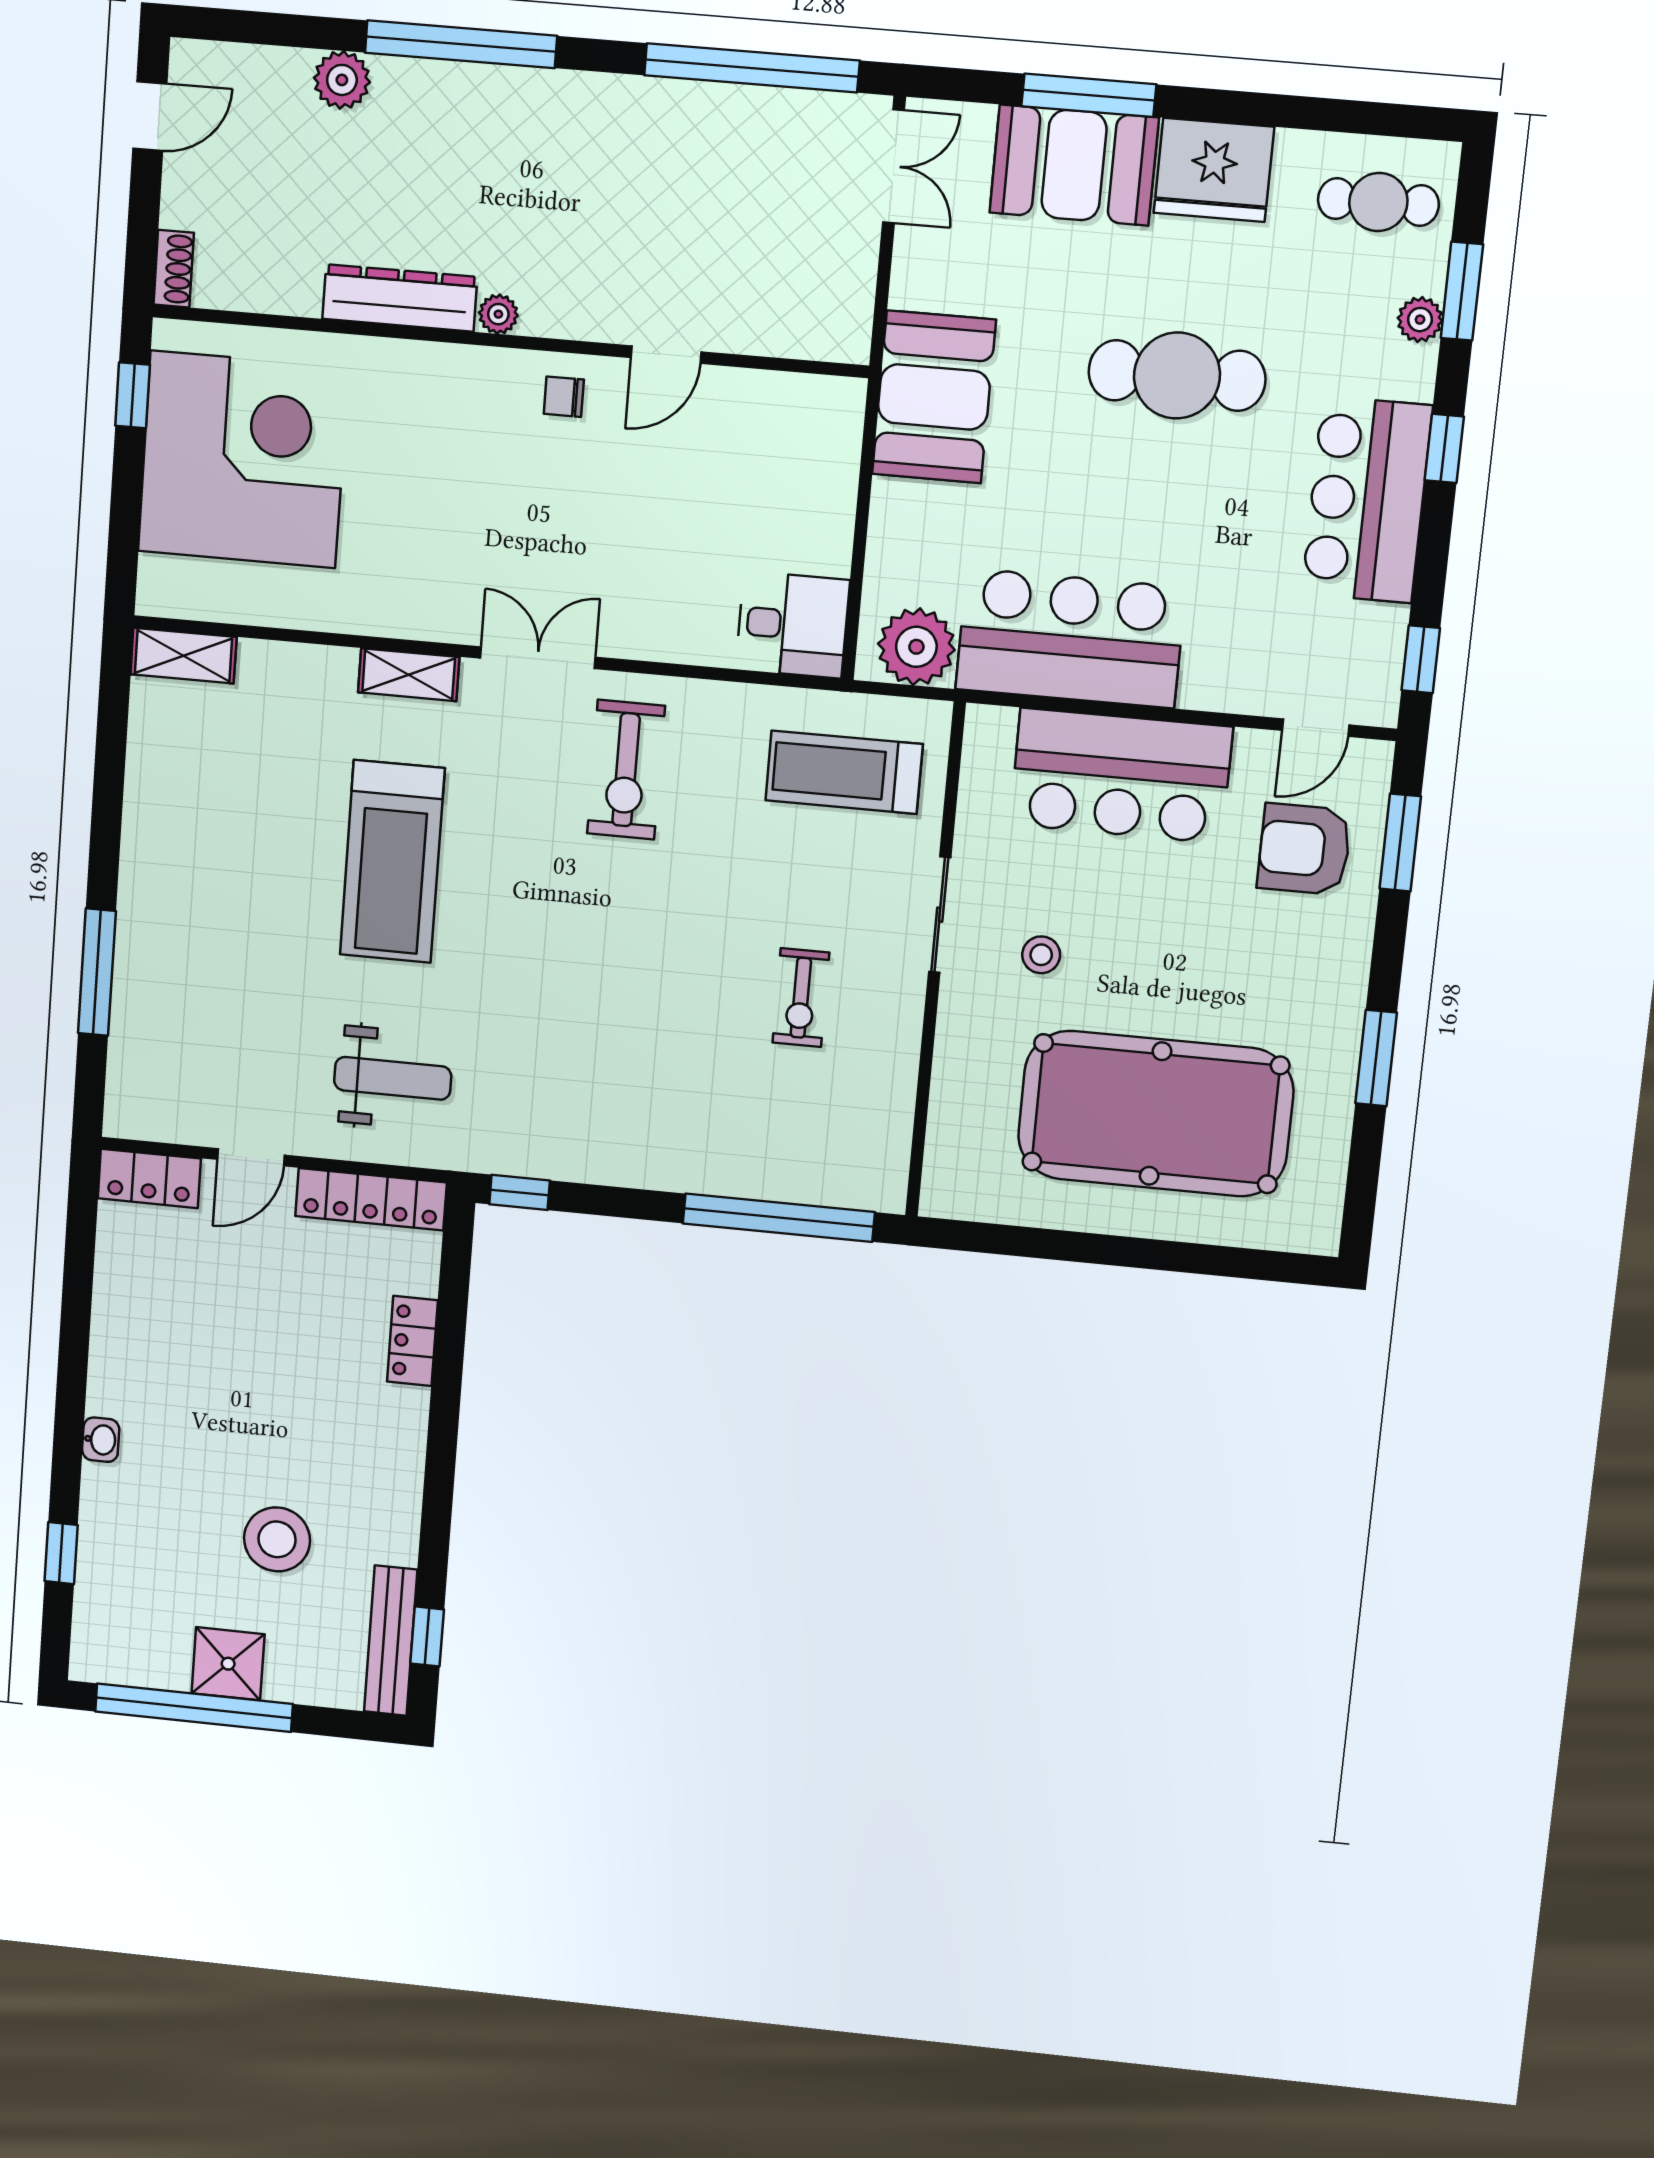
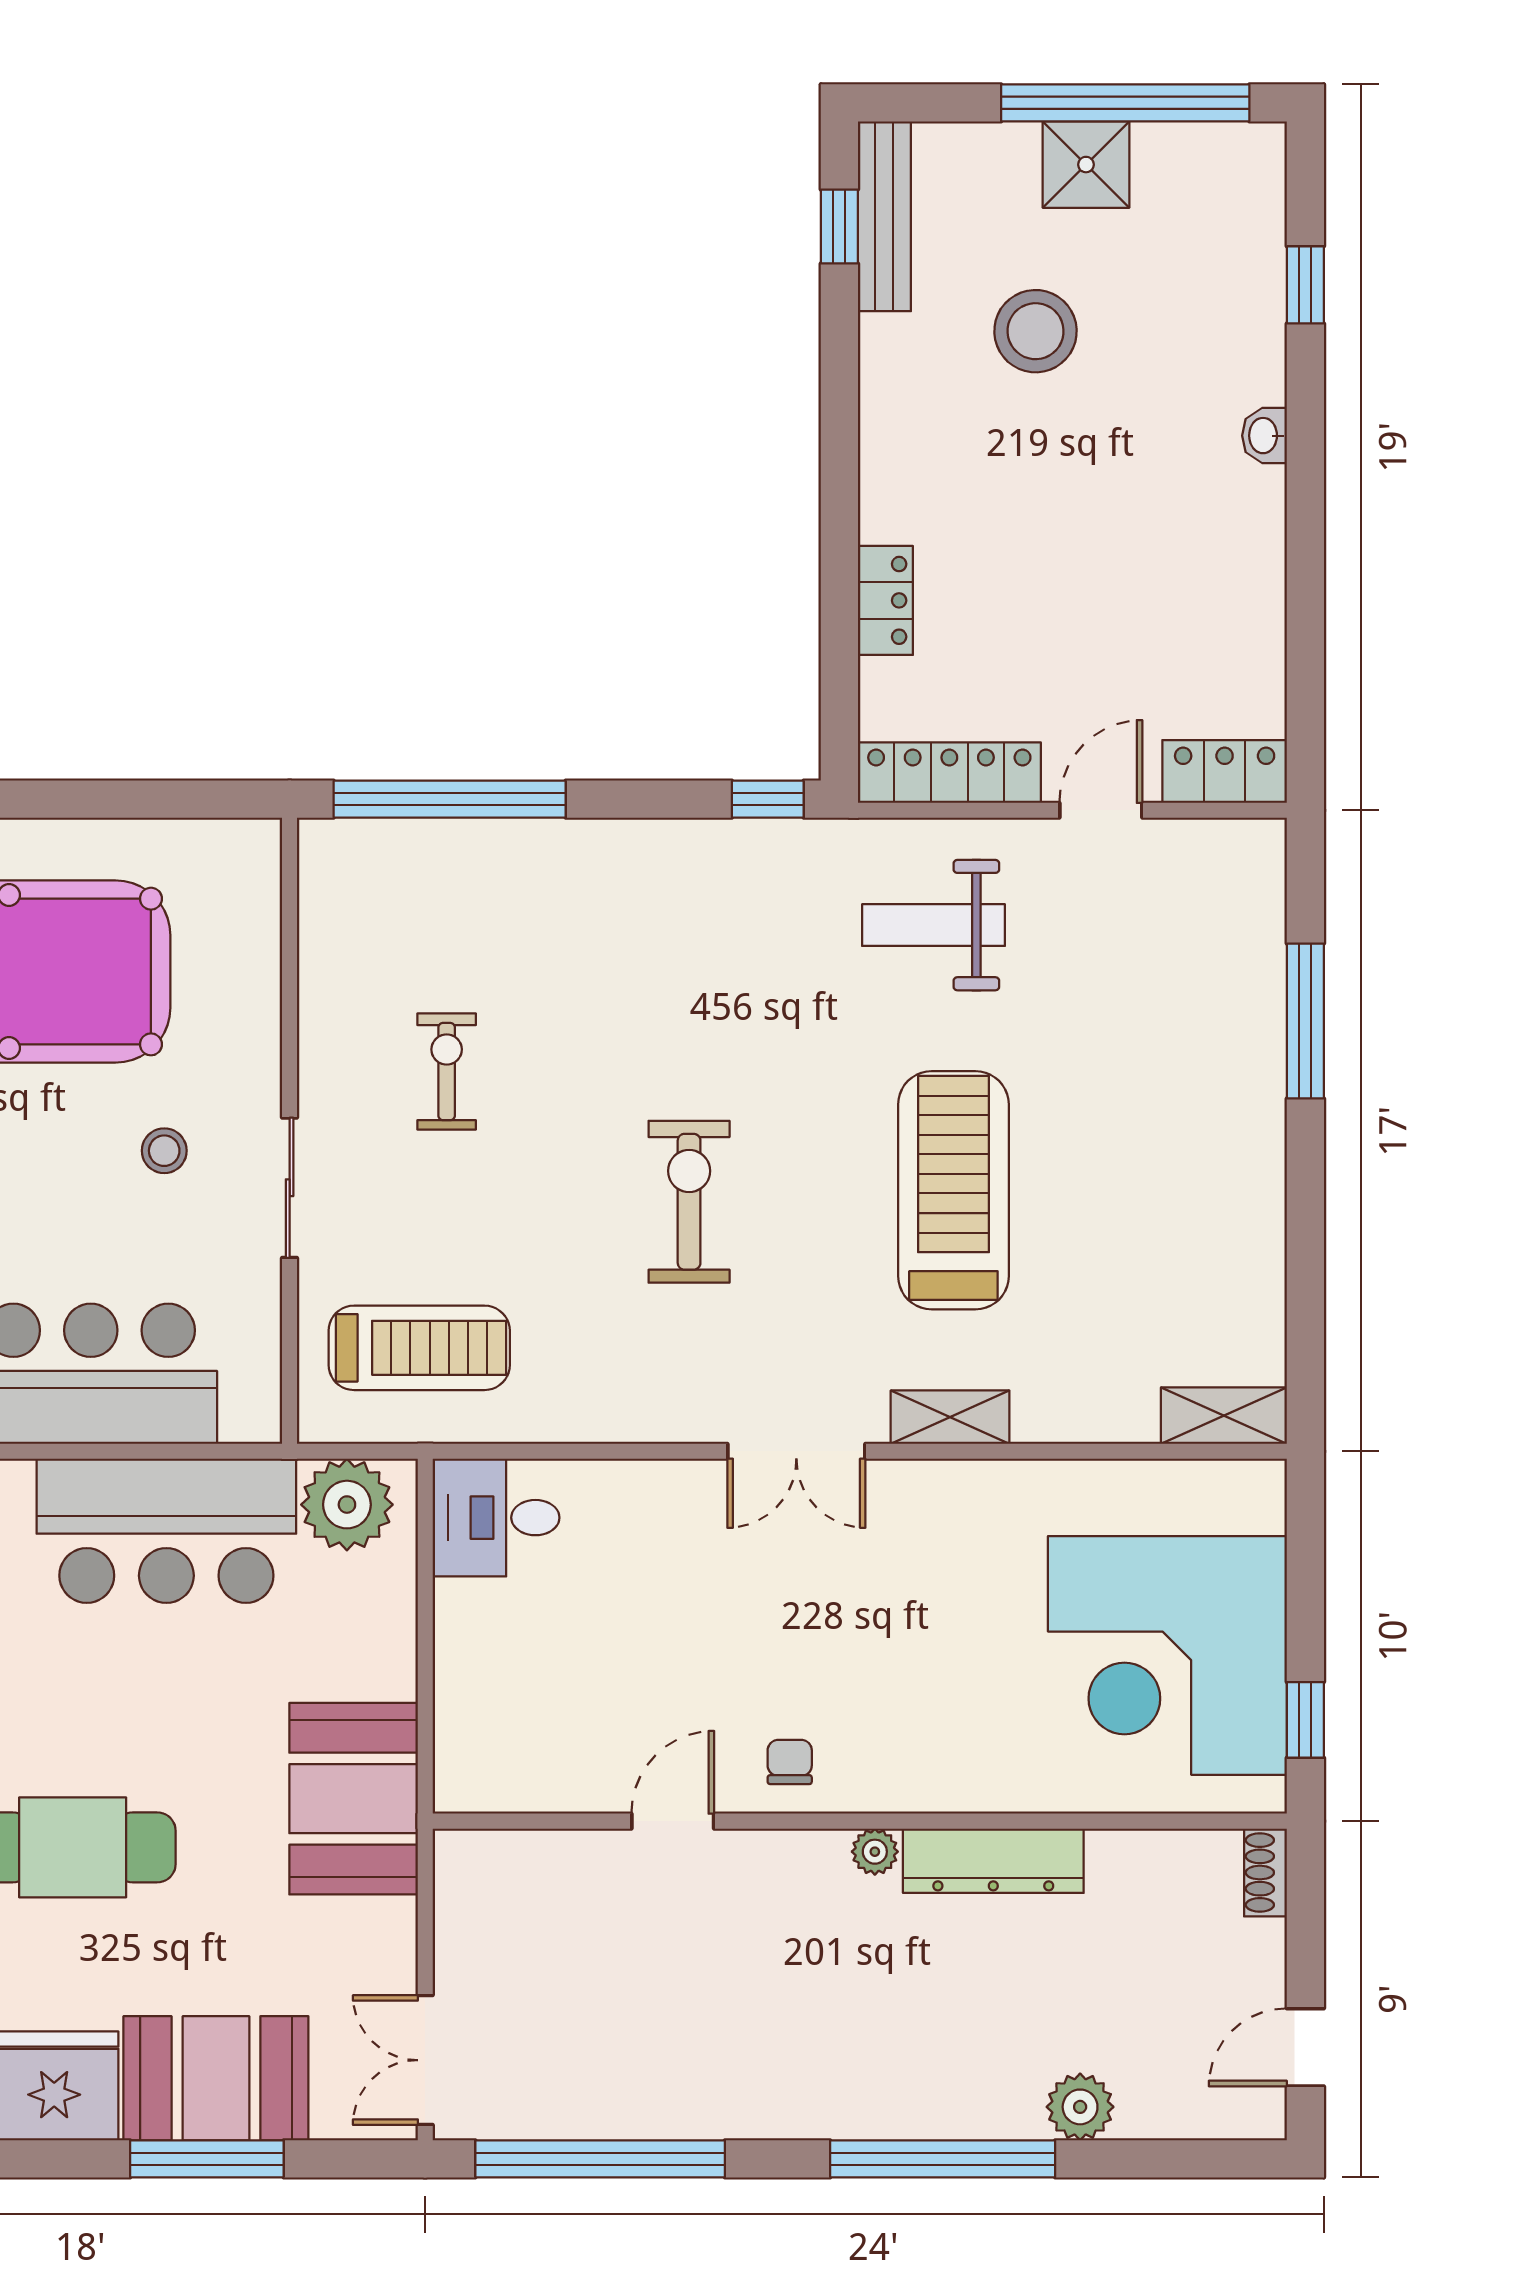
chair: (564, 397) -> (790, 1762), turned -90
exercise bike: (626, 770) -> (689, 1202), moved

